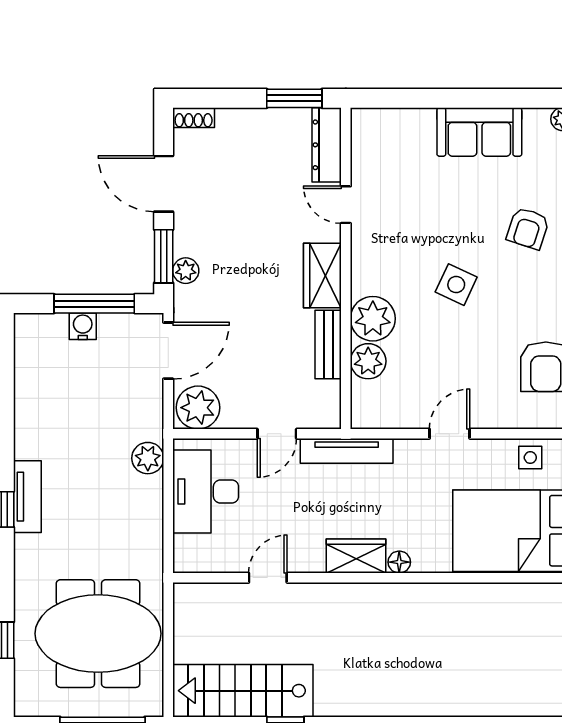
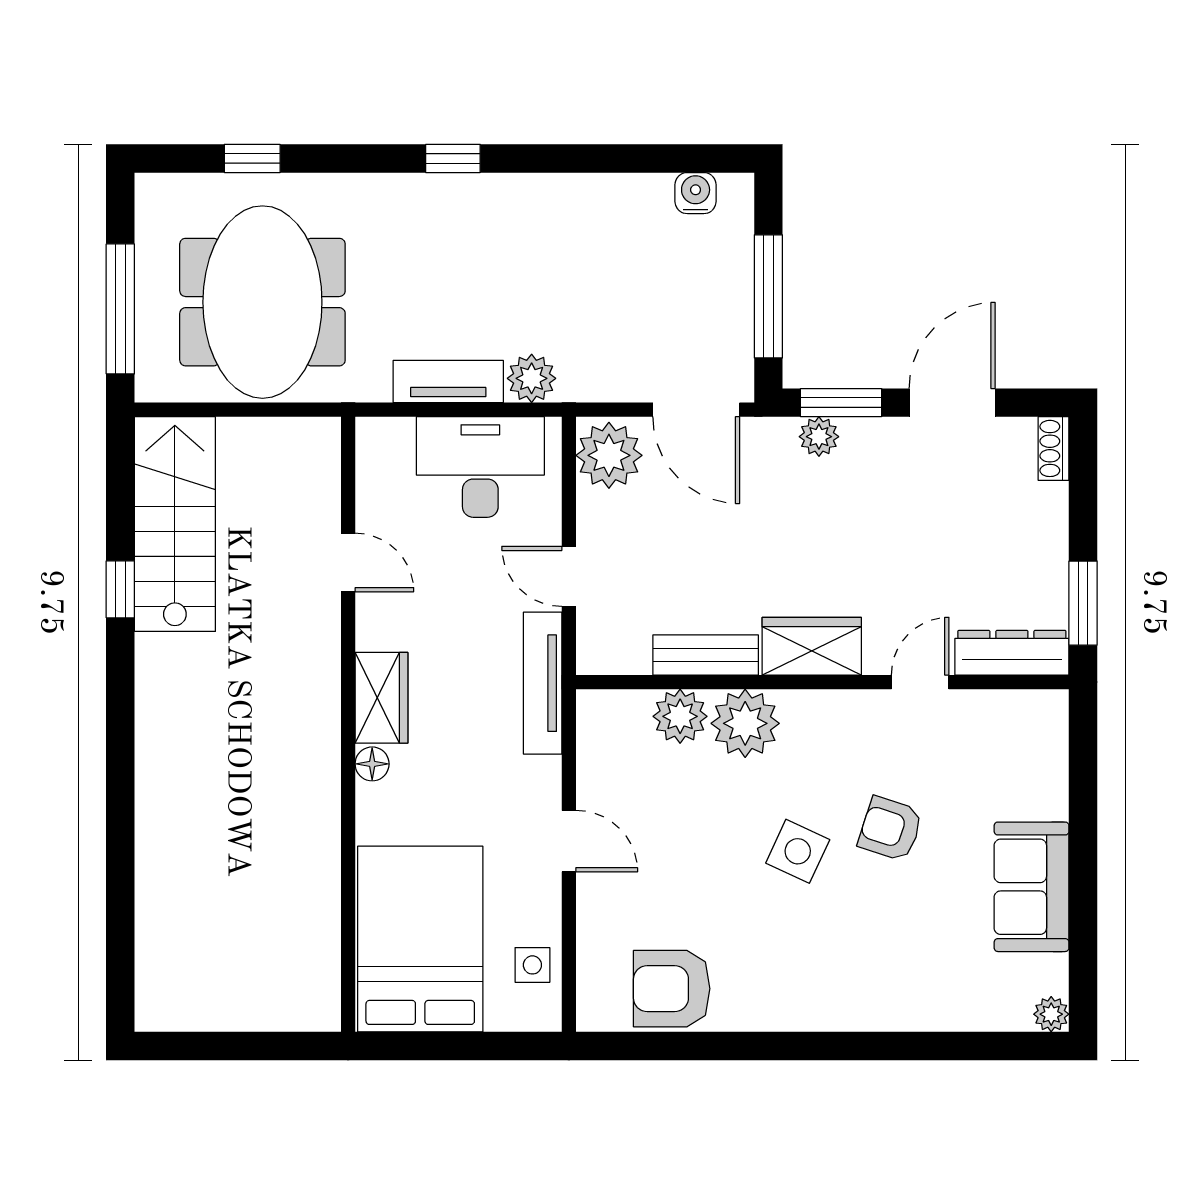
armchair: (528, 228) -> (890, 829), moved
water cooler: (83, 326) -> (696, 193), moved, turned -90
tv unit: (27, 497) -> (448, 382), moved, turned 180

